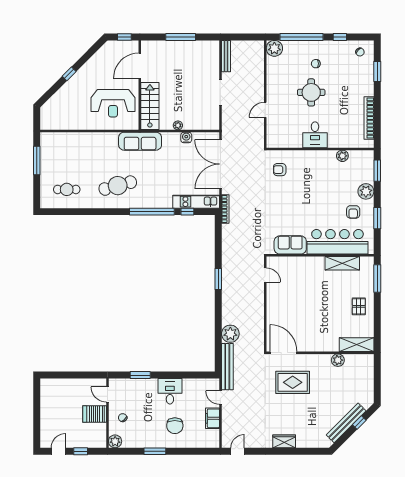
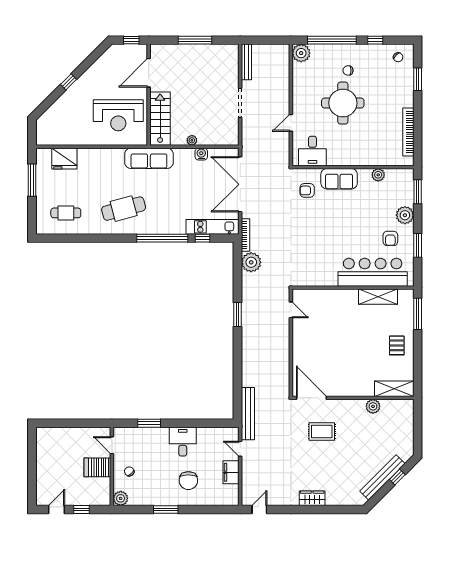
round table: (311, 92) -> (343, 103), width x1.36, depth x1.36
desk: (315, 135) -> (312, 151), moved
fridge: (66, 141) -> (64, 159), added
sofa: (290, 245) -> (339, 179), moved, turned 180
plant: (230, 334) -> (251, 262), moved
rug: (293, 382) -> (322, 431), width x0.73, depth x0.70

